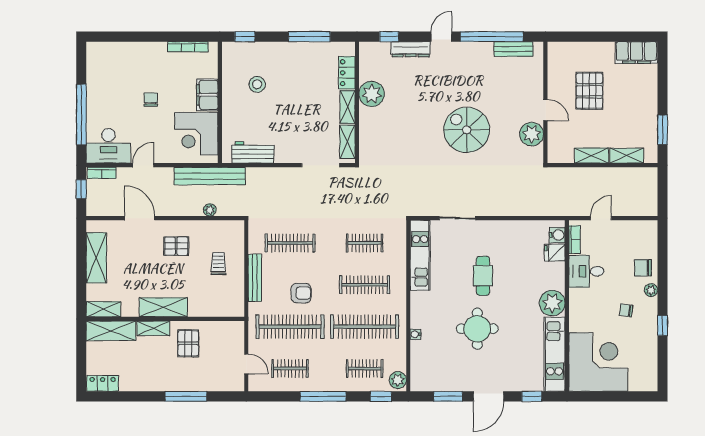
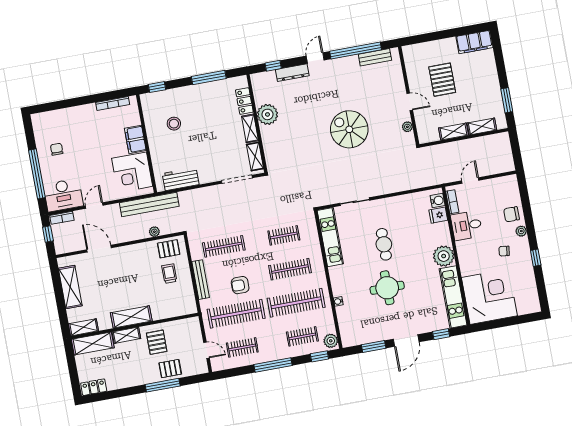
chair: (151, 100) -> (57, 149), moved
plant: (532, 134) -> (407, 127), width x0.53, depth x0.53
pallet: (176, 246) -> (169, 249), moved
armchair: (301, 293) -> (240, 285), turned 180
pallet: (199, 378) -> (170, 369), added

